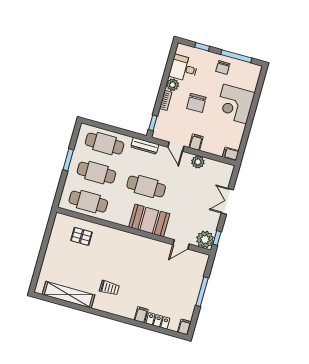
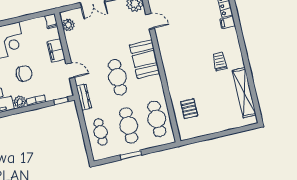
filing cabinet: (196, 142) -> (56, 51), width x2.00
cafe table: (105, 144) -> (101, 132), width x0.73, depth x0.74
door: (176, 147) -> (70, 71), hinge flipped
plant: (198, 162) -> (68, 25), moved

